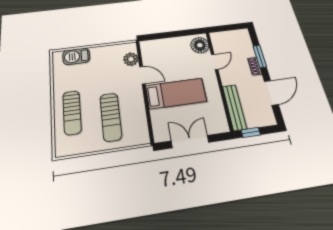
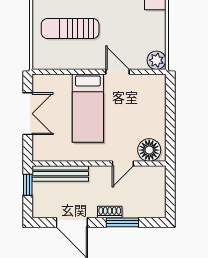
plant: (131, 59) -> (156, 60), moved
door: (215, 62) -> (123, 164), hinge flipped
door: (142, 75) -> (118, 72), swing flipped

